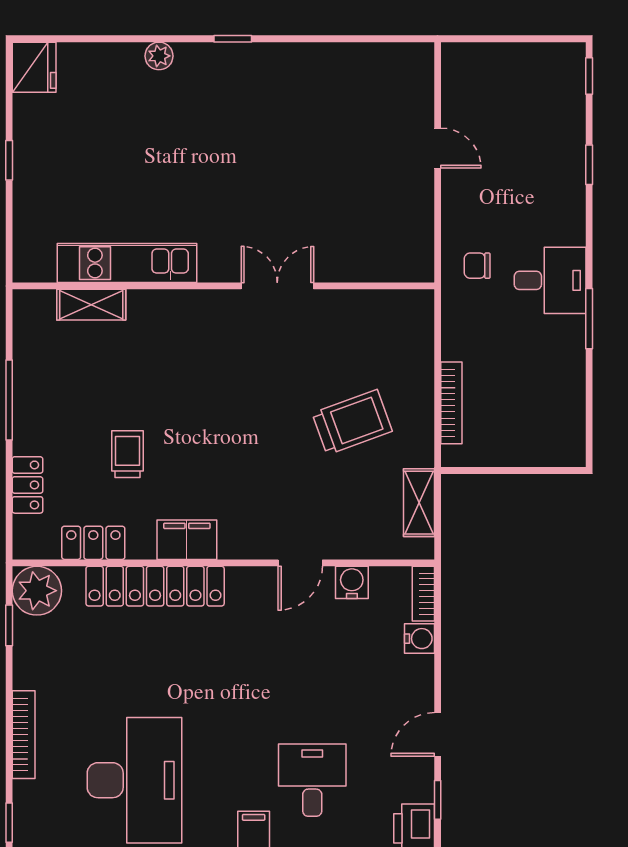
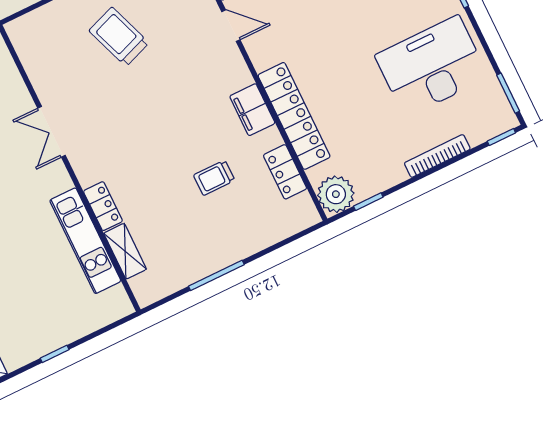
locker: (27, 485) -> (103, 206), moved, turned 90

